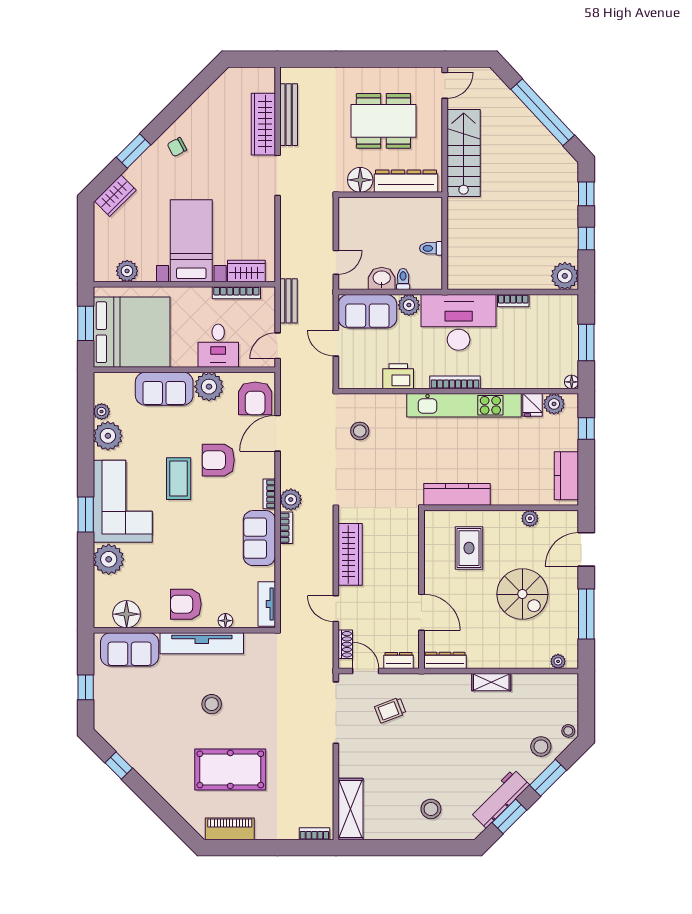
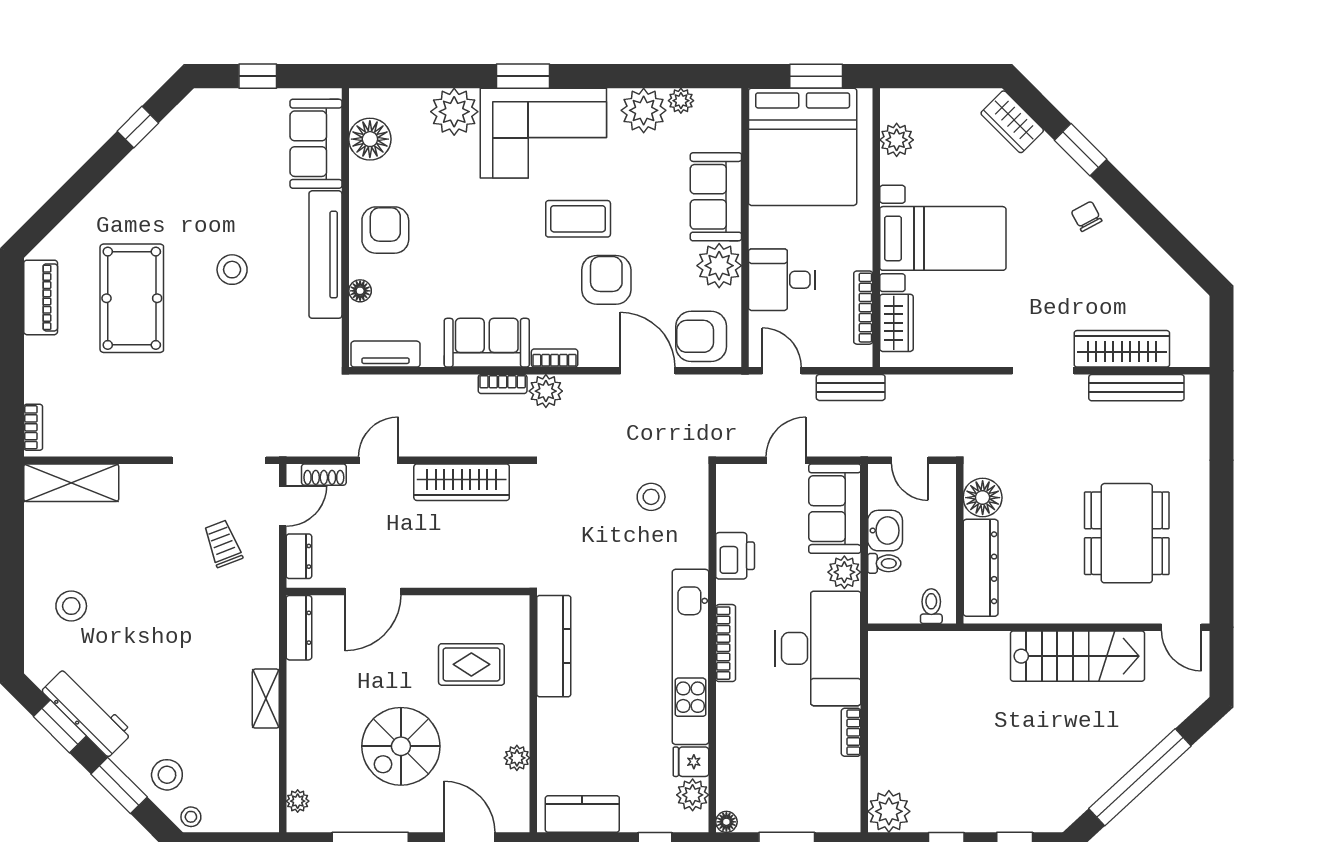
floor lamp: (360, 180) -> (983, 498), moved
dresser: (406, 181) -> (981, 568), moved
wall: (390, 195) -> (960, 544), moved

